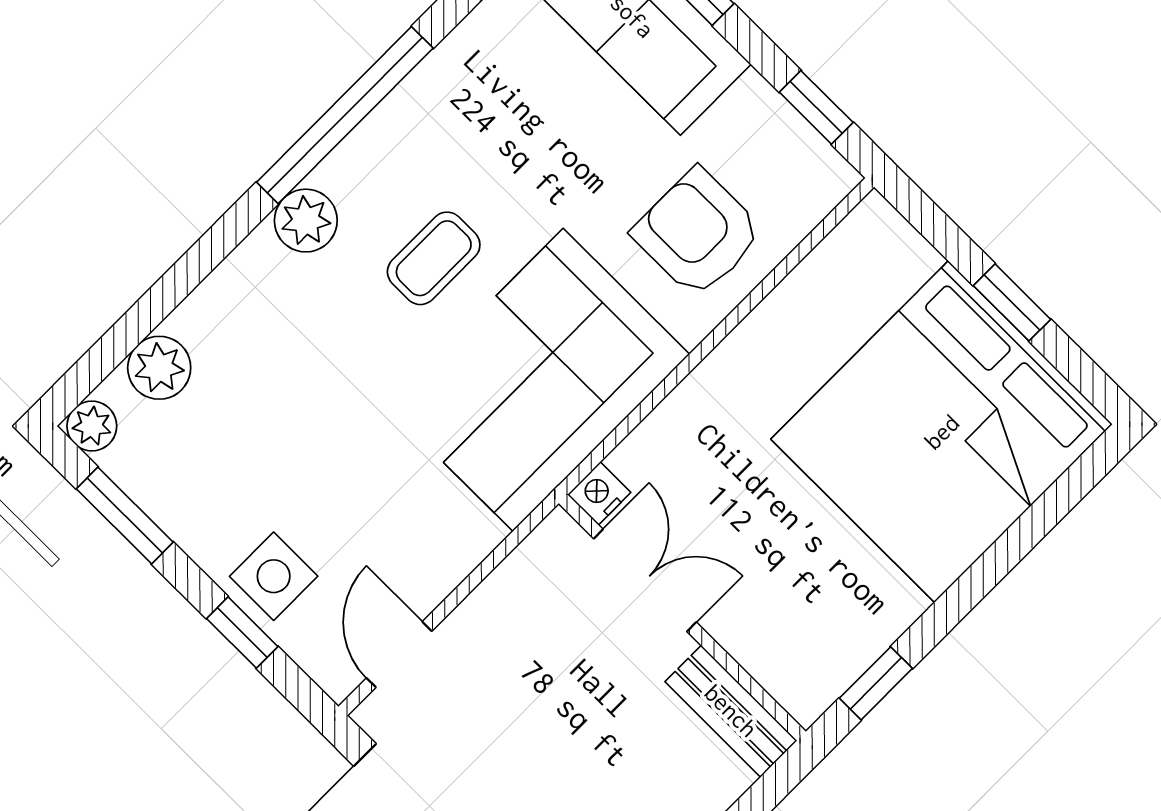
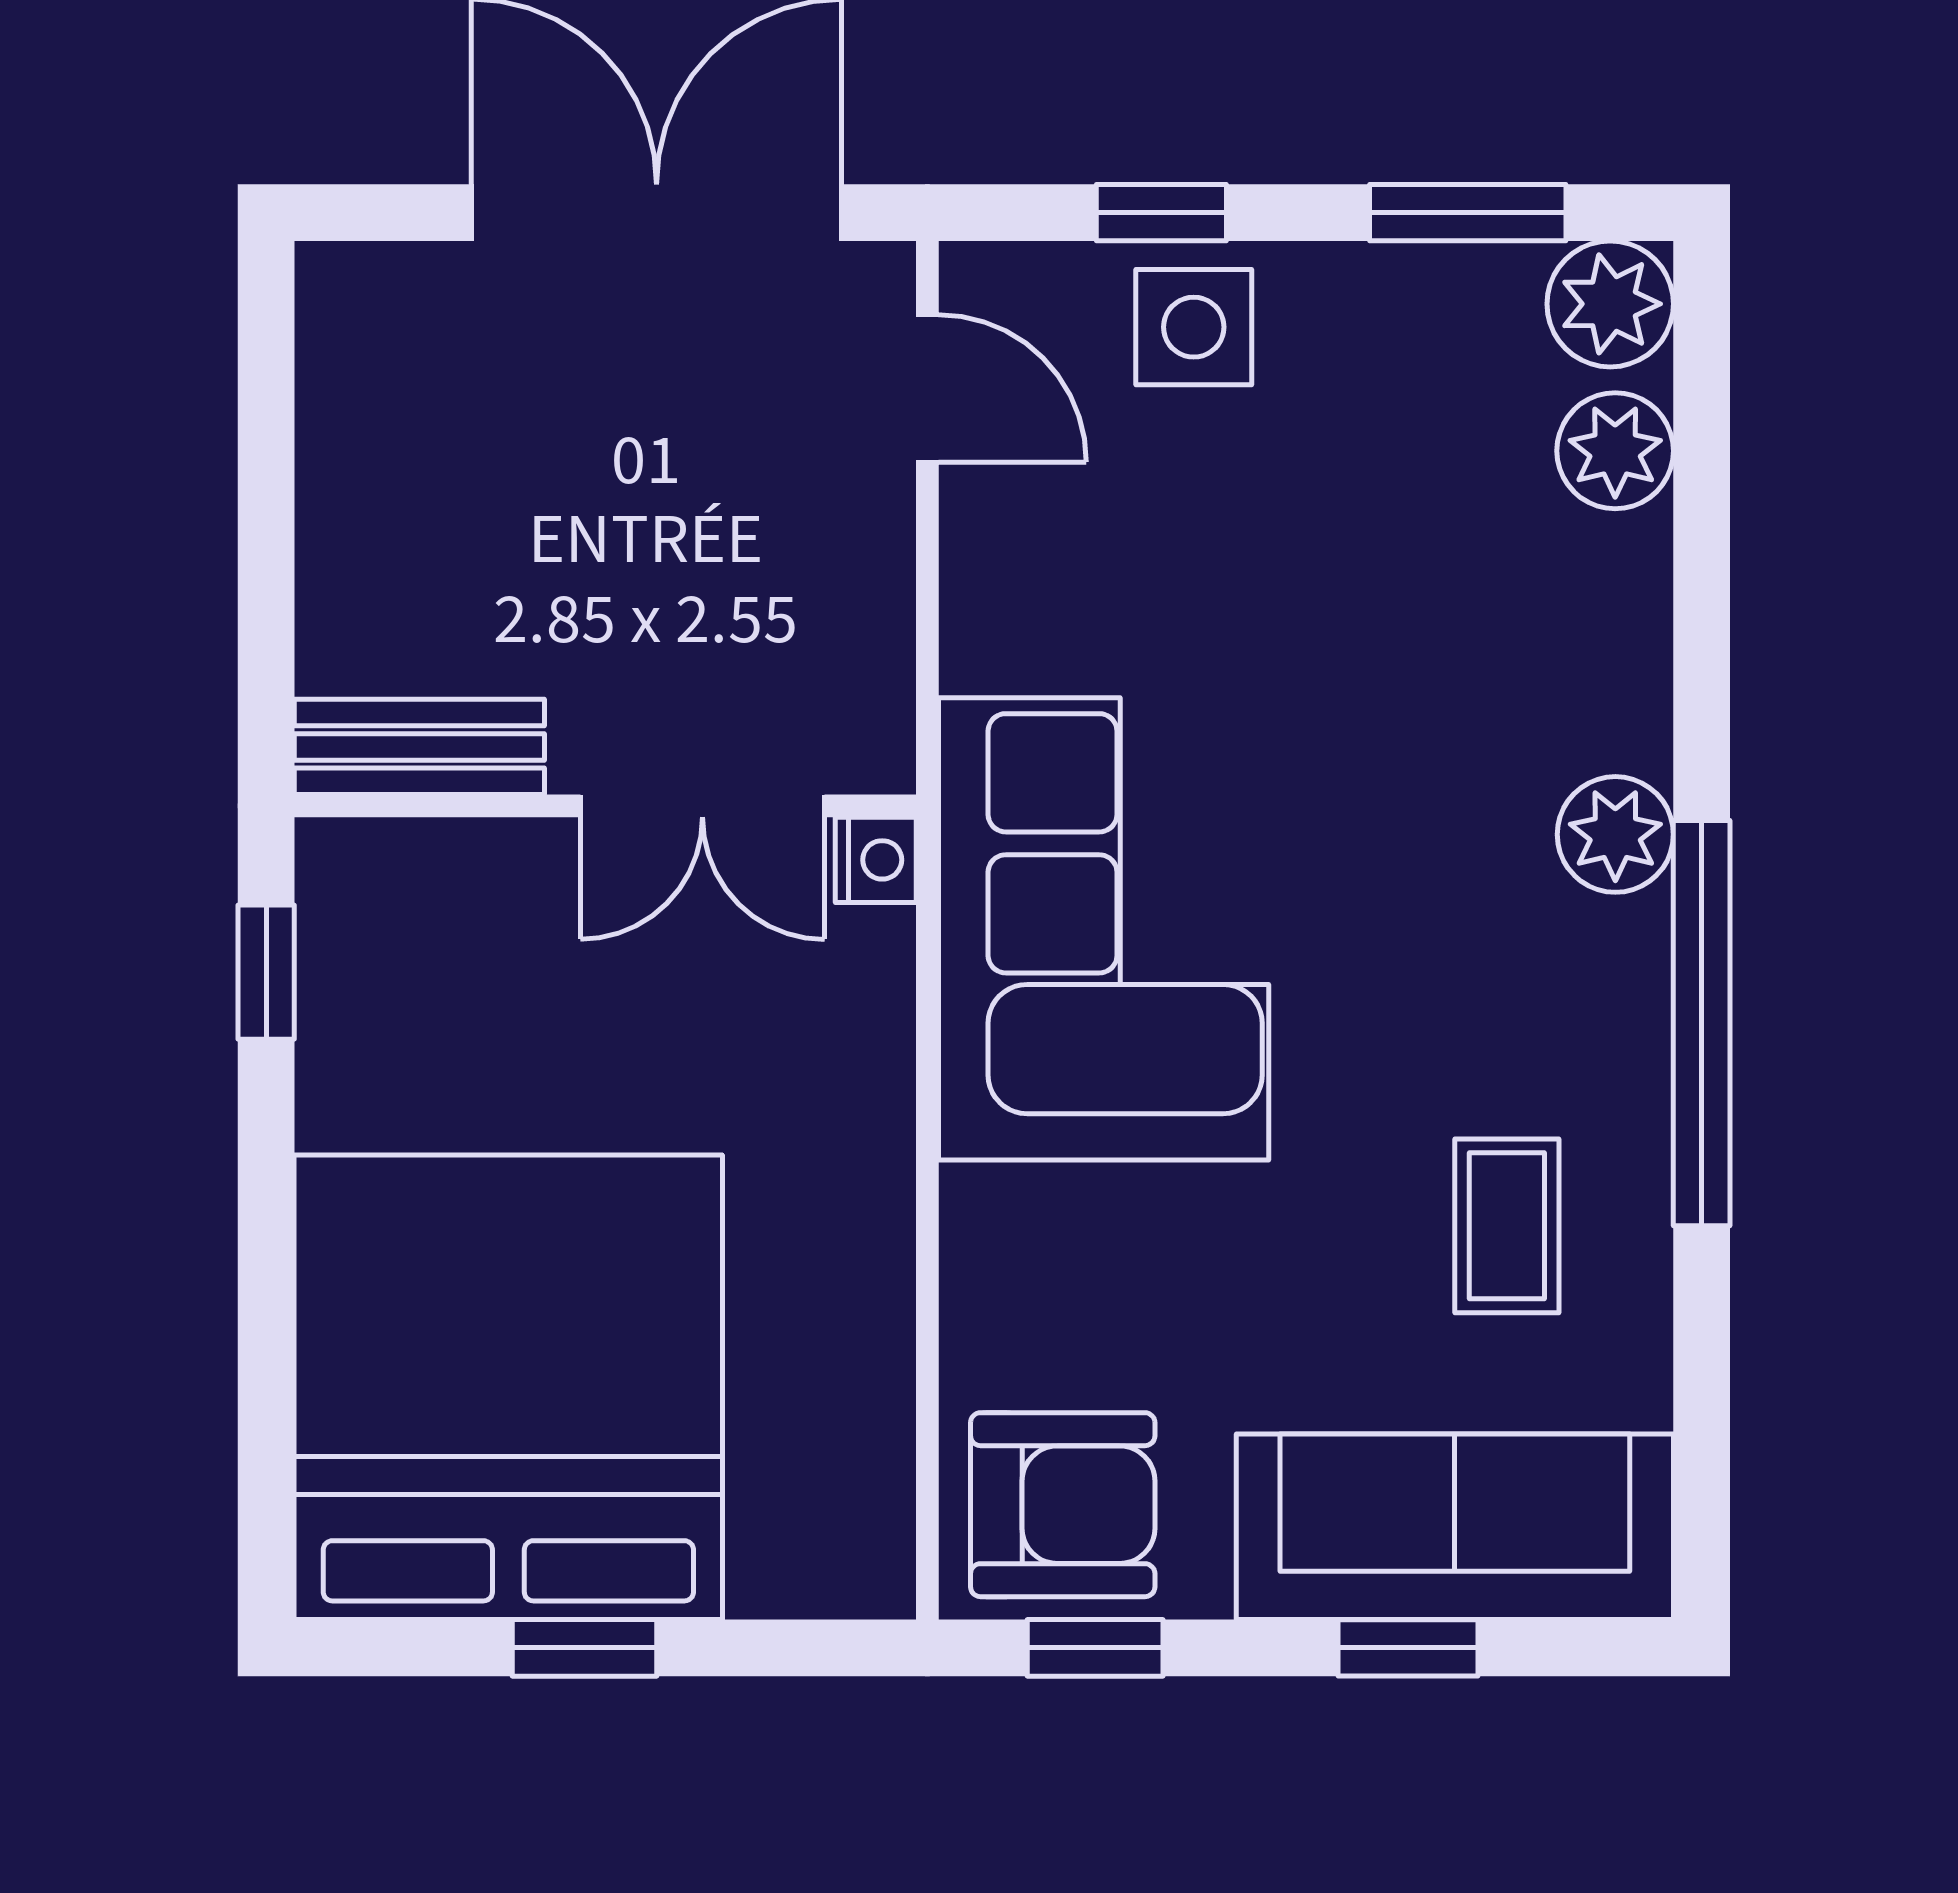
armchair: (698, 233) -> (1063, 1505), moved
coffee table: (434, 258) -> (1507, 1226), moved
plant: (92, 426) -> (1610, 304), width x1.38, depth x1.38

